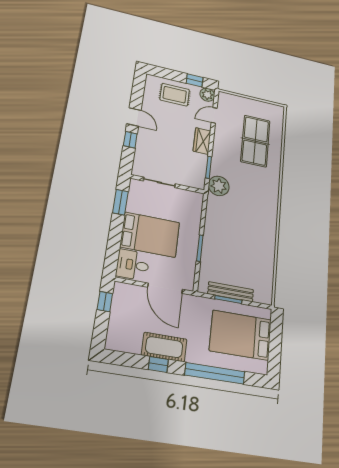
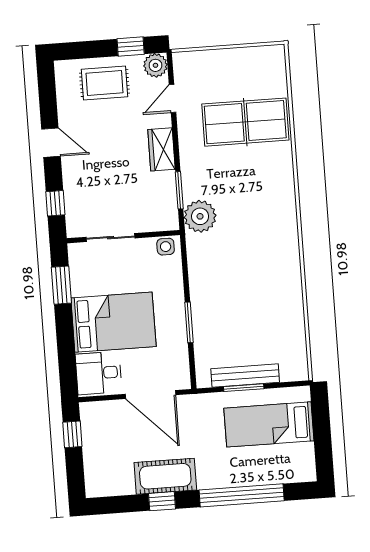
window: (130, 140) -> (55, 203), moved
table tennis table: (255, 141) -> (245, 122), turned 90
side table: (194, 198) -> (166, 247), added
bed: (241, 335) -> (269, 424), width x0.67

